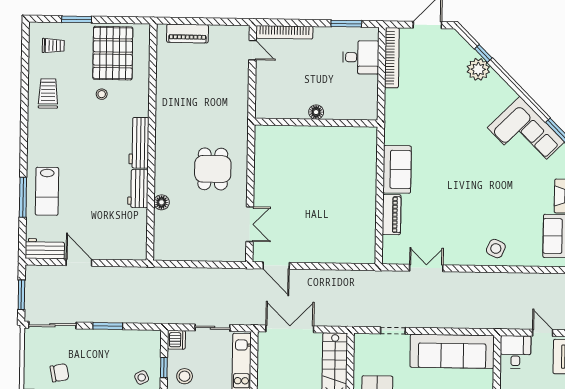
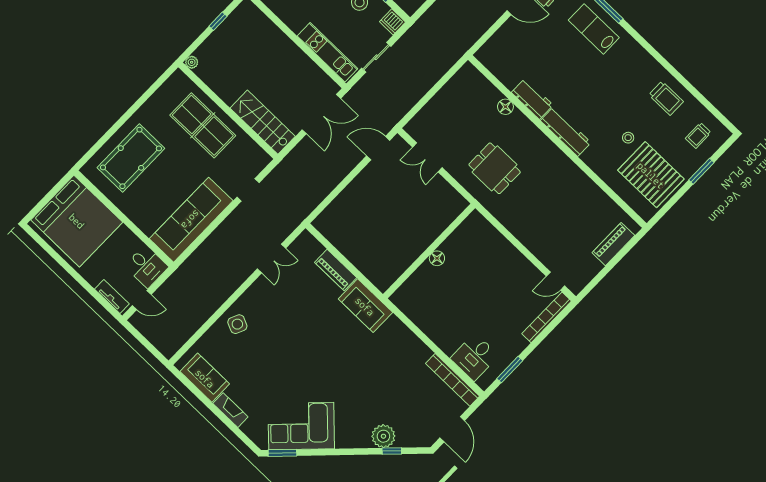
floor lamp: (316, 112) -> (437, 258), moved
wall: (316, 123) -> (429, 251), moved

